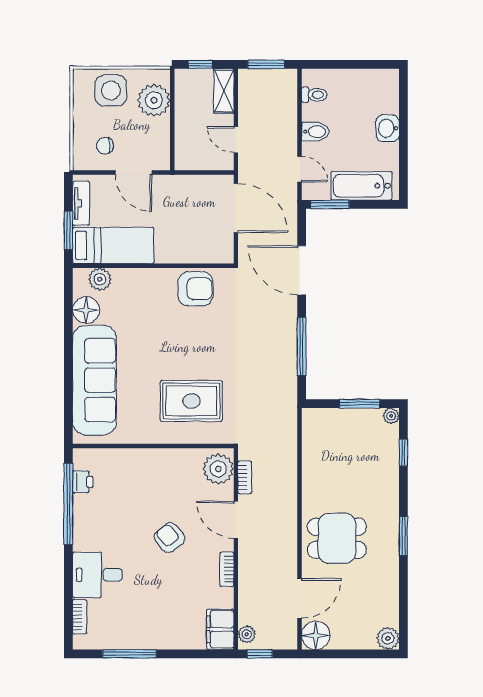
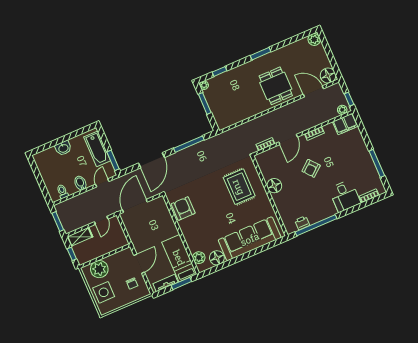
floor lamp: (167, 462) -> (274, 186), added
plant: (218, 469) -> (267, 159), removed

